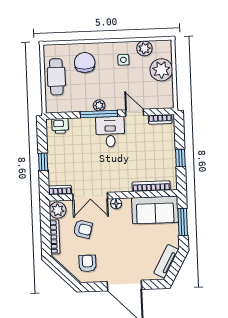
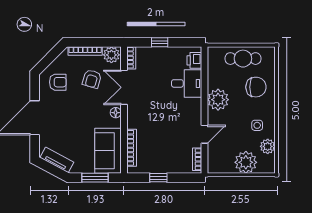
plant: (99, 105) -> (218, 100), width x1.87, depth x1.87
window: (99, 114) -> (205, 99), removed
desk: (110, 132) -> (187, 83), moved

